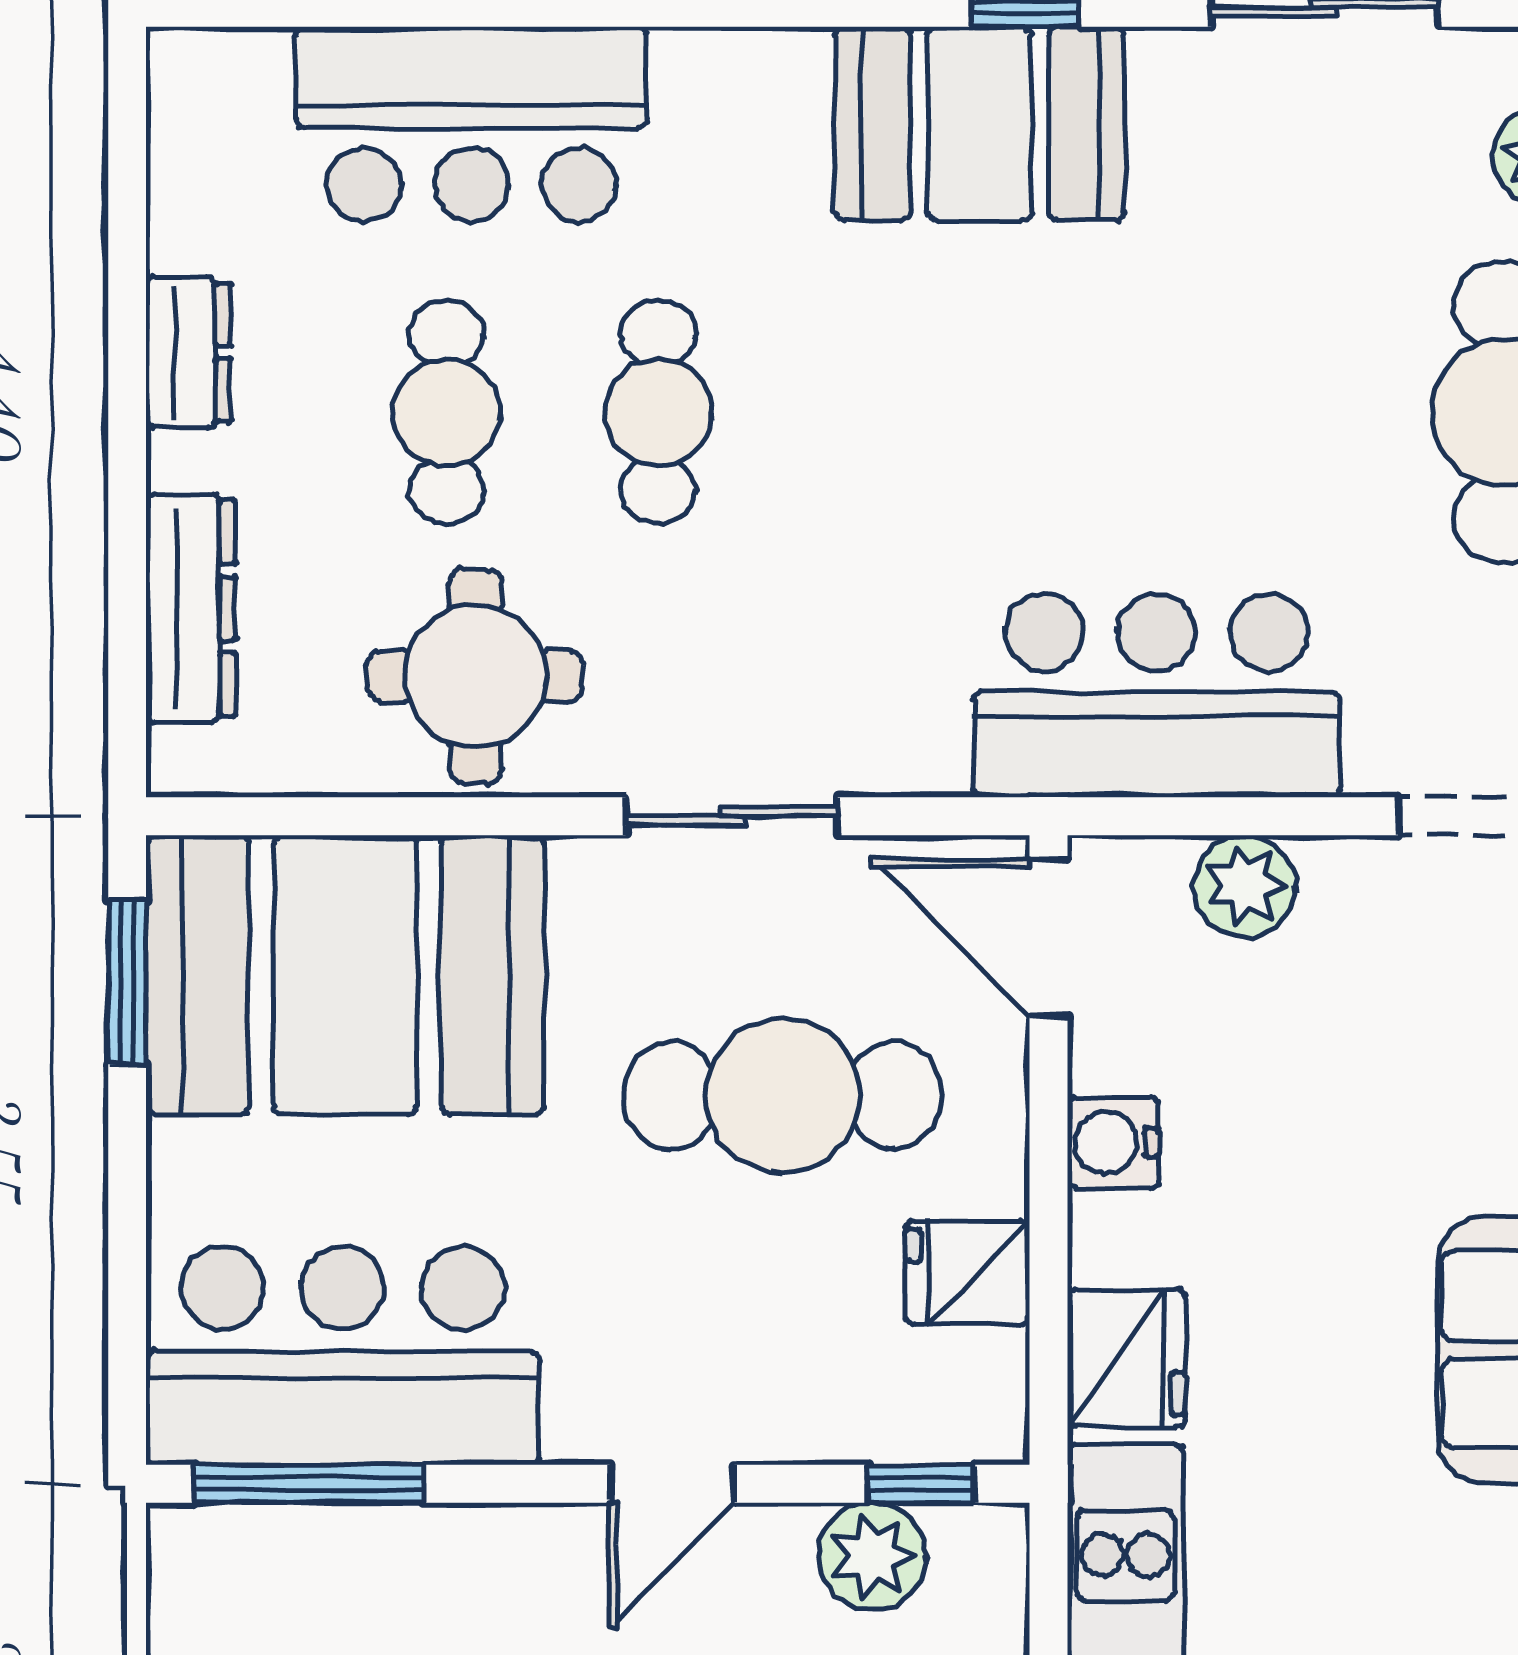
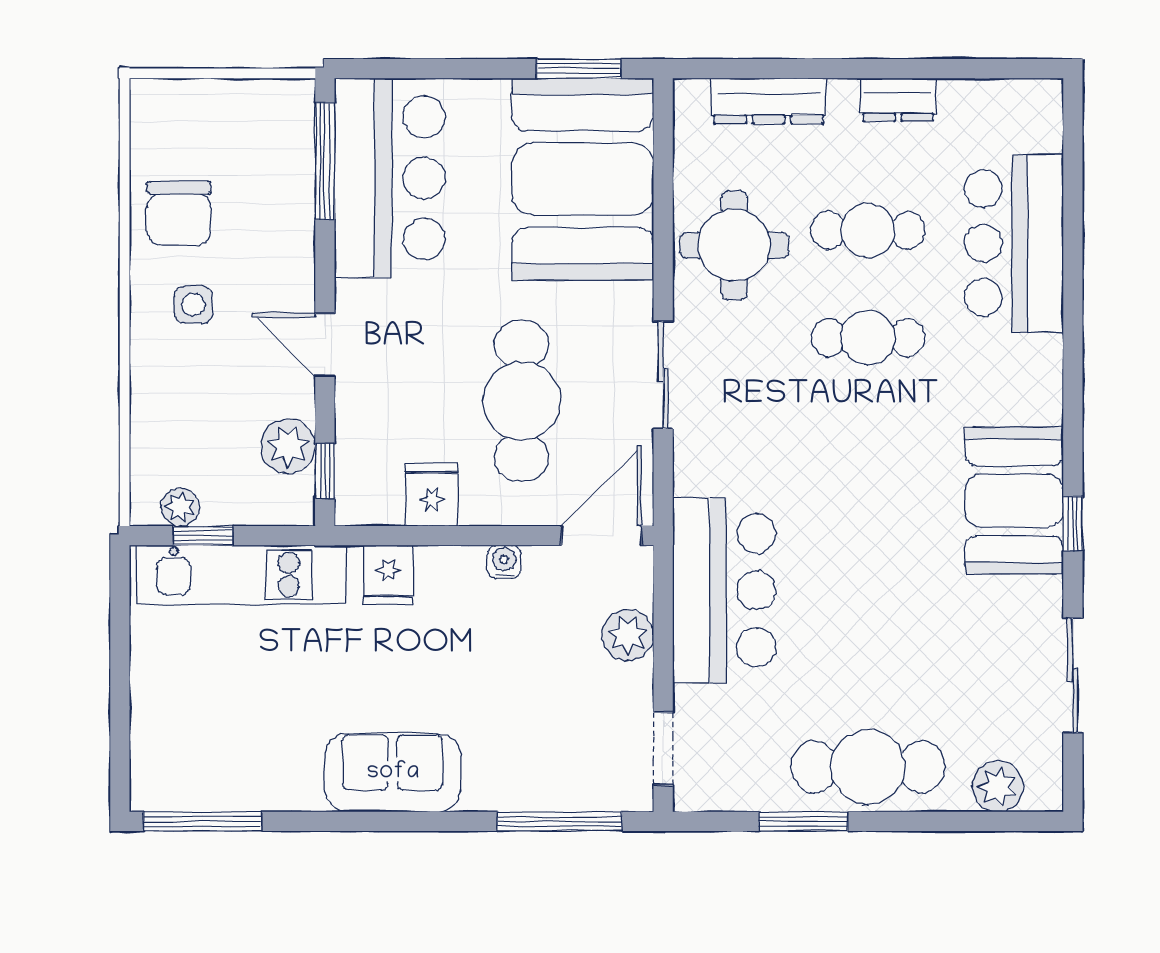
water cooler: (1113, 1143) -> (504, 562), width x0.72, depth x0.72
fridge: (1126, 1358) -> (388, 575), width x0.72

